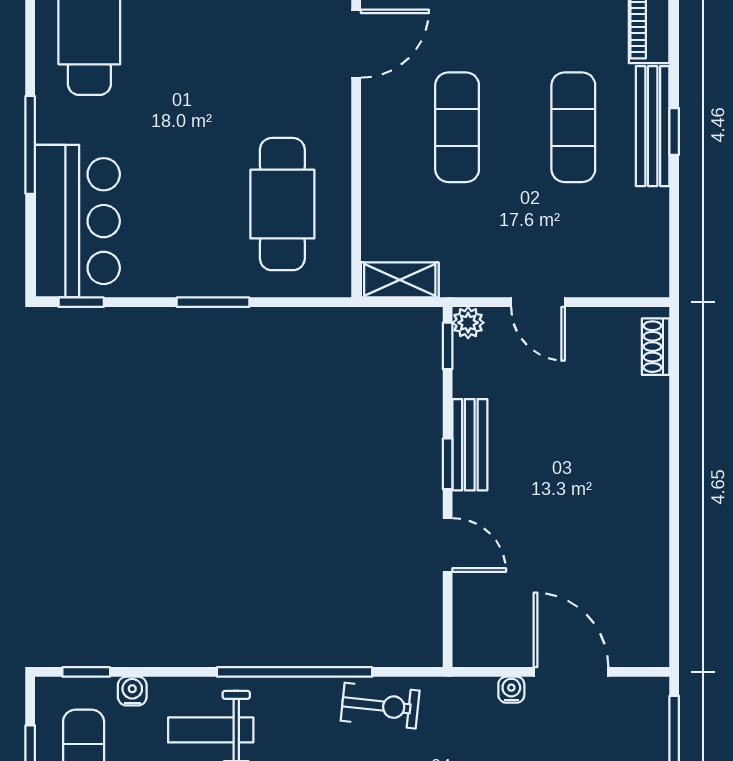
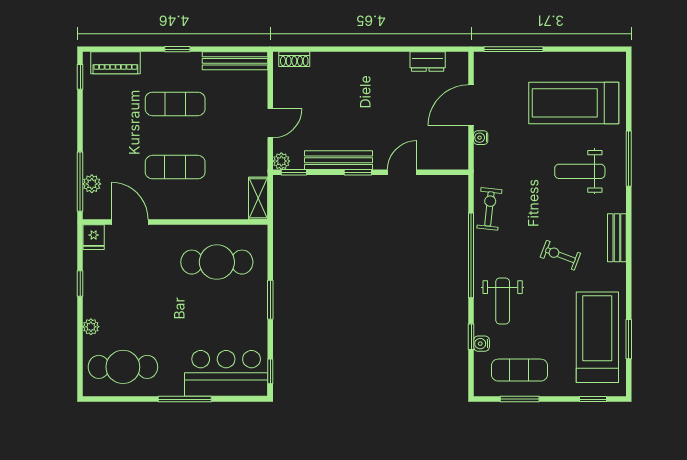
bench: (653, 126) -> (235, 61), moved
bench: (470, 445) -> (339, 160), width x1.36
dresser: (651, 592) -> (428, 62), added
window: (86, 672) -> (471, 337), moved

